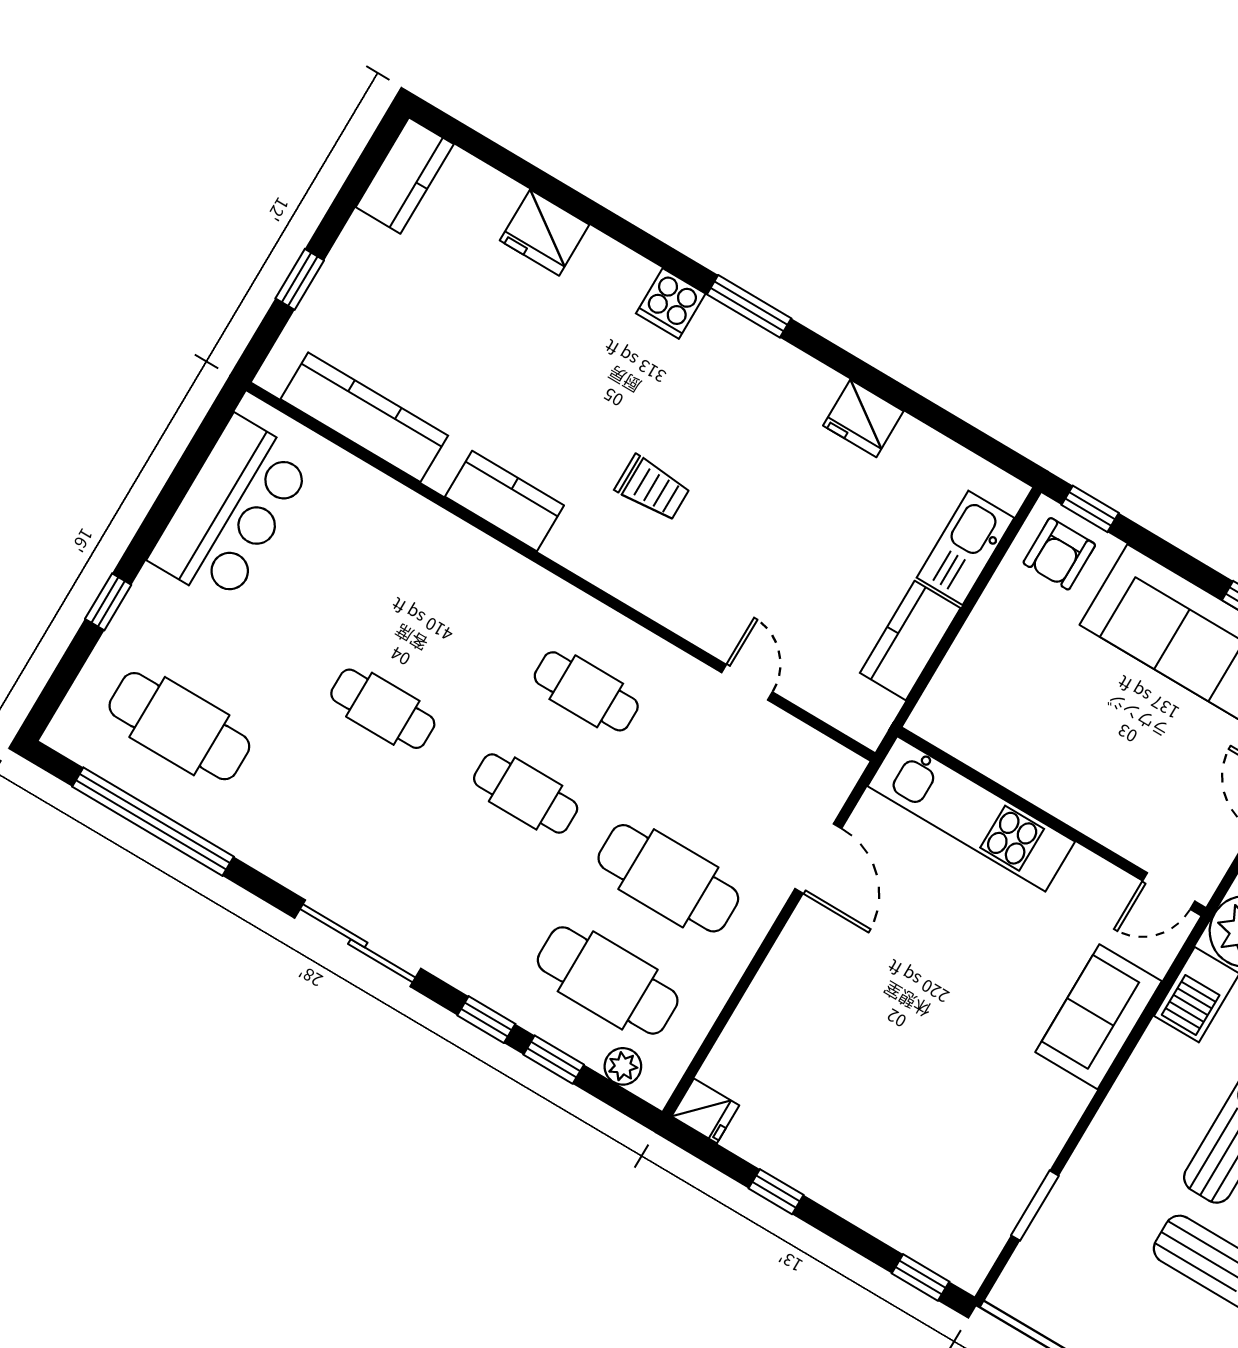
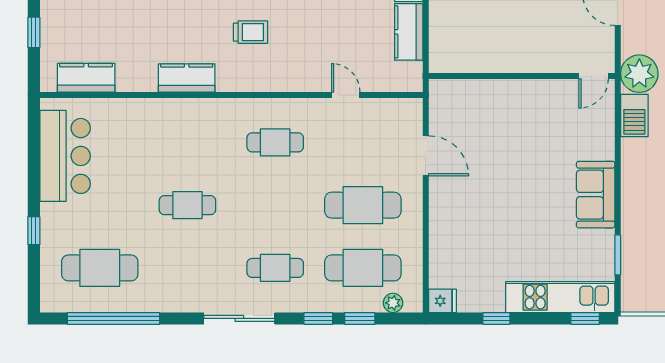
kitchen counter: (364, 417) -> (86, 78), width x0.67
cafe table: (526, 794) -> (275, 268), moved
kitchen unit: (971, 814) -> (560, 297), moved, turned 180
sofa: (1098, 1017) -> (596, 195), moved

